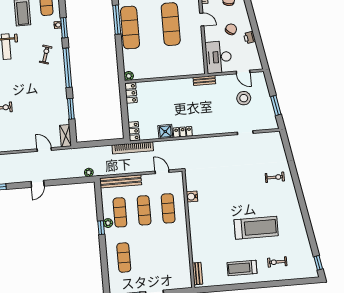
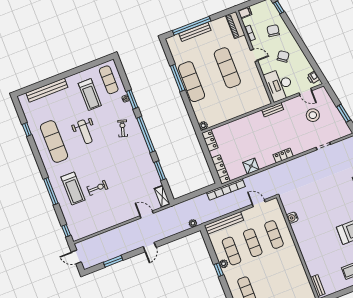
printer: (249, 37) -> (313, 77), moved
locker: (134, 131) -> (221, 169), width x1.53
locker: (183, 132) -> (283, 156), moved

